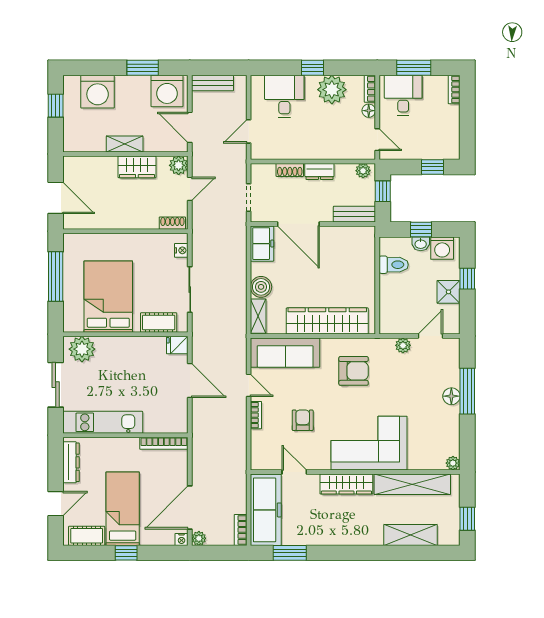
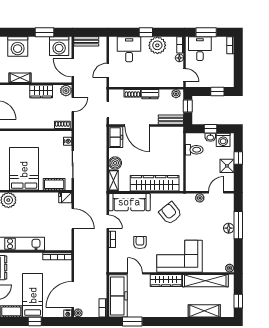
shelving: (125, 144) -> (20, 78), moved
armchair: (354, 371) -> (170, 213), turned -129

